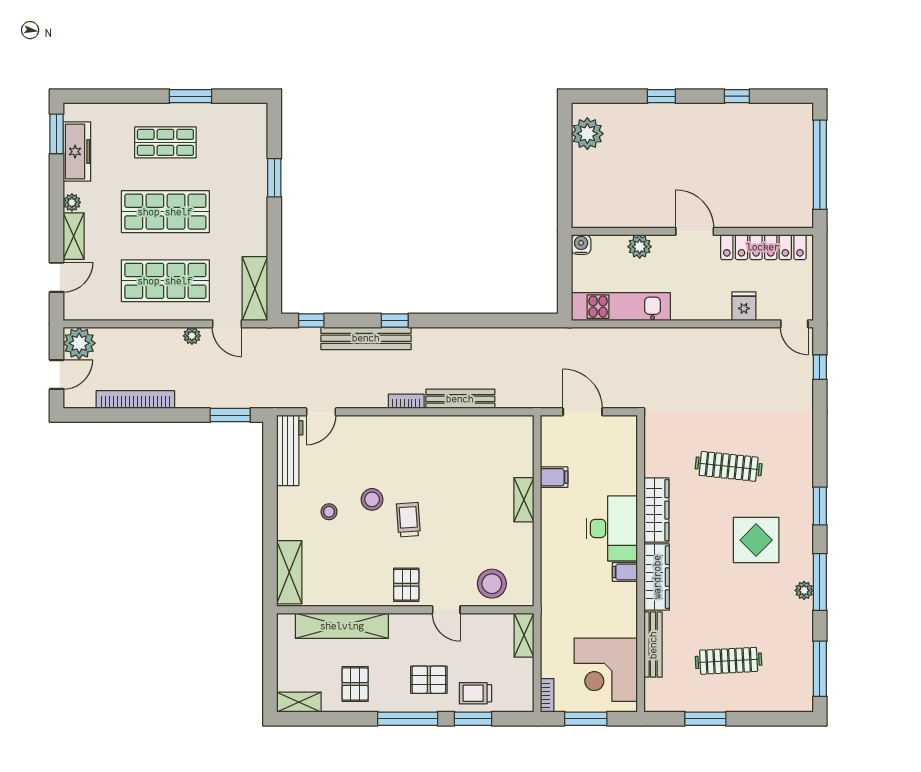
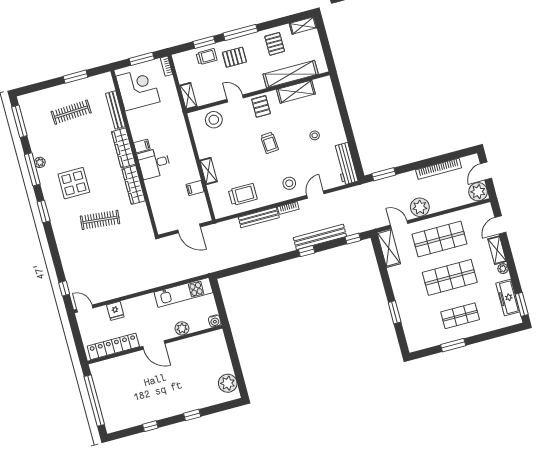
plant: (192, 336) -> (420, 207), width x1.88, depth x1.88
door: (321, 412) -> (315, 195), moved
trolley: (477, 445) -> (243, 195), added
stool: (372, 499) -> (289, 183), moved
desk: (612, 528) -> (154, 163), width x0.73
shelving: (289, 572) -> (296, 92), moved, turned 90

